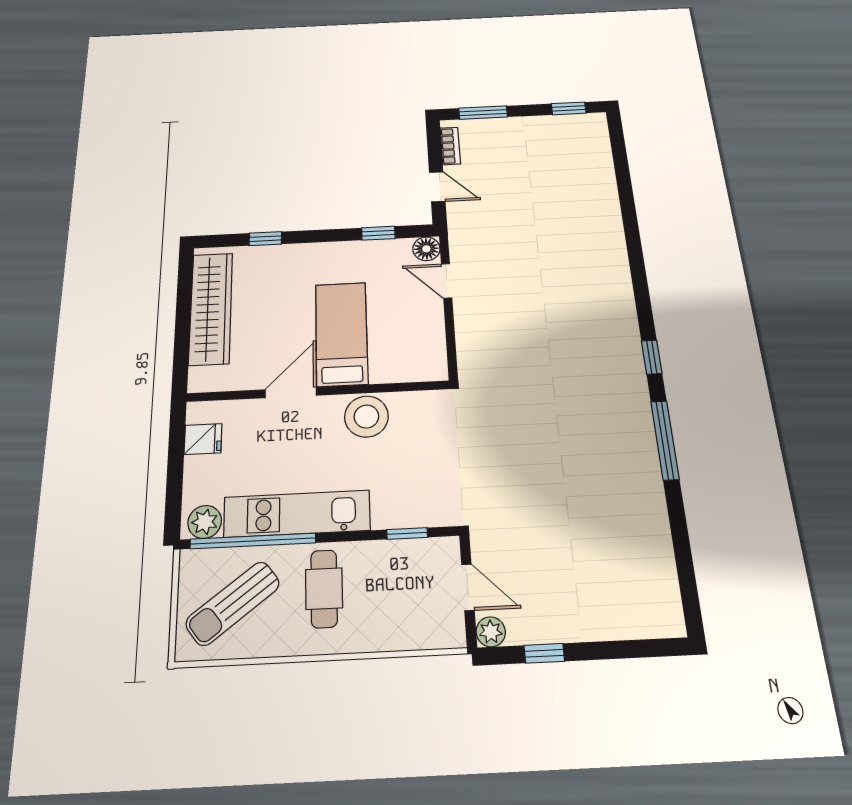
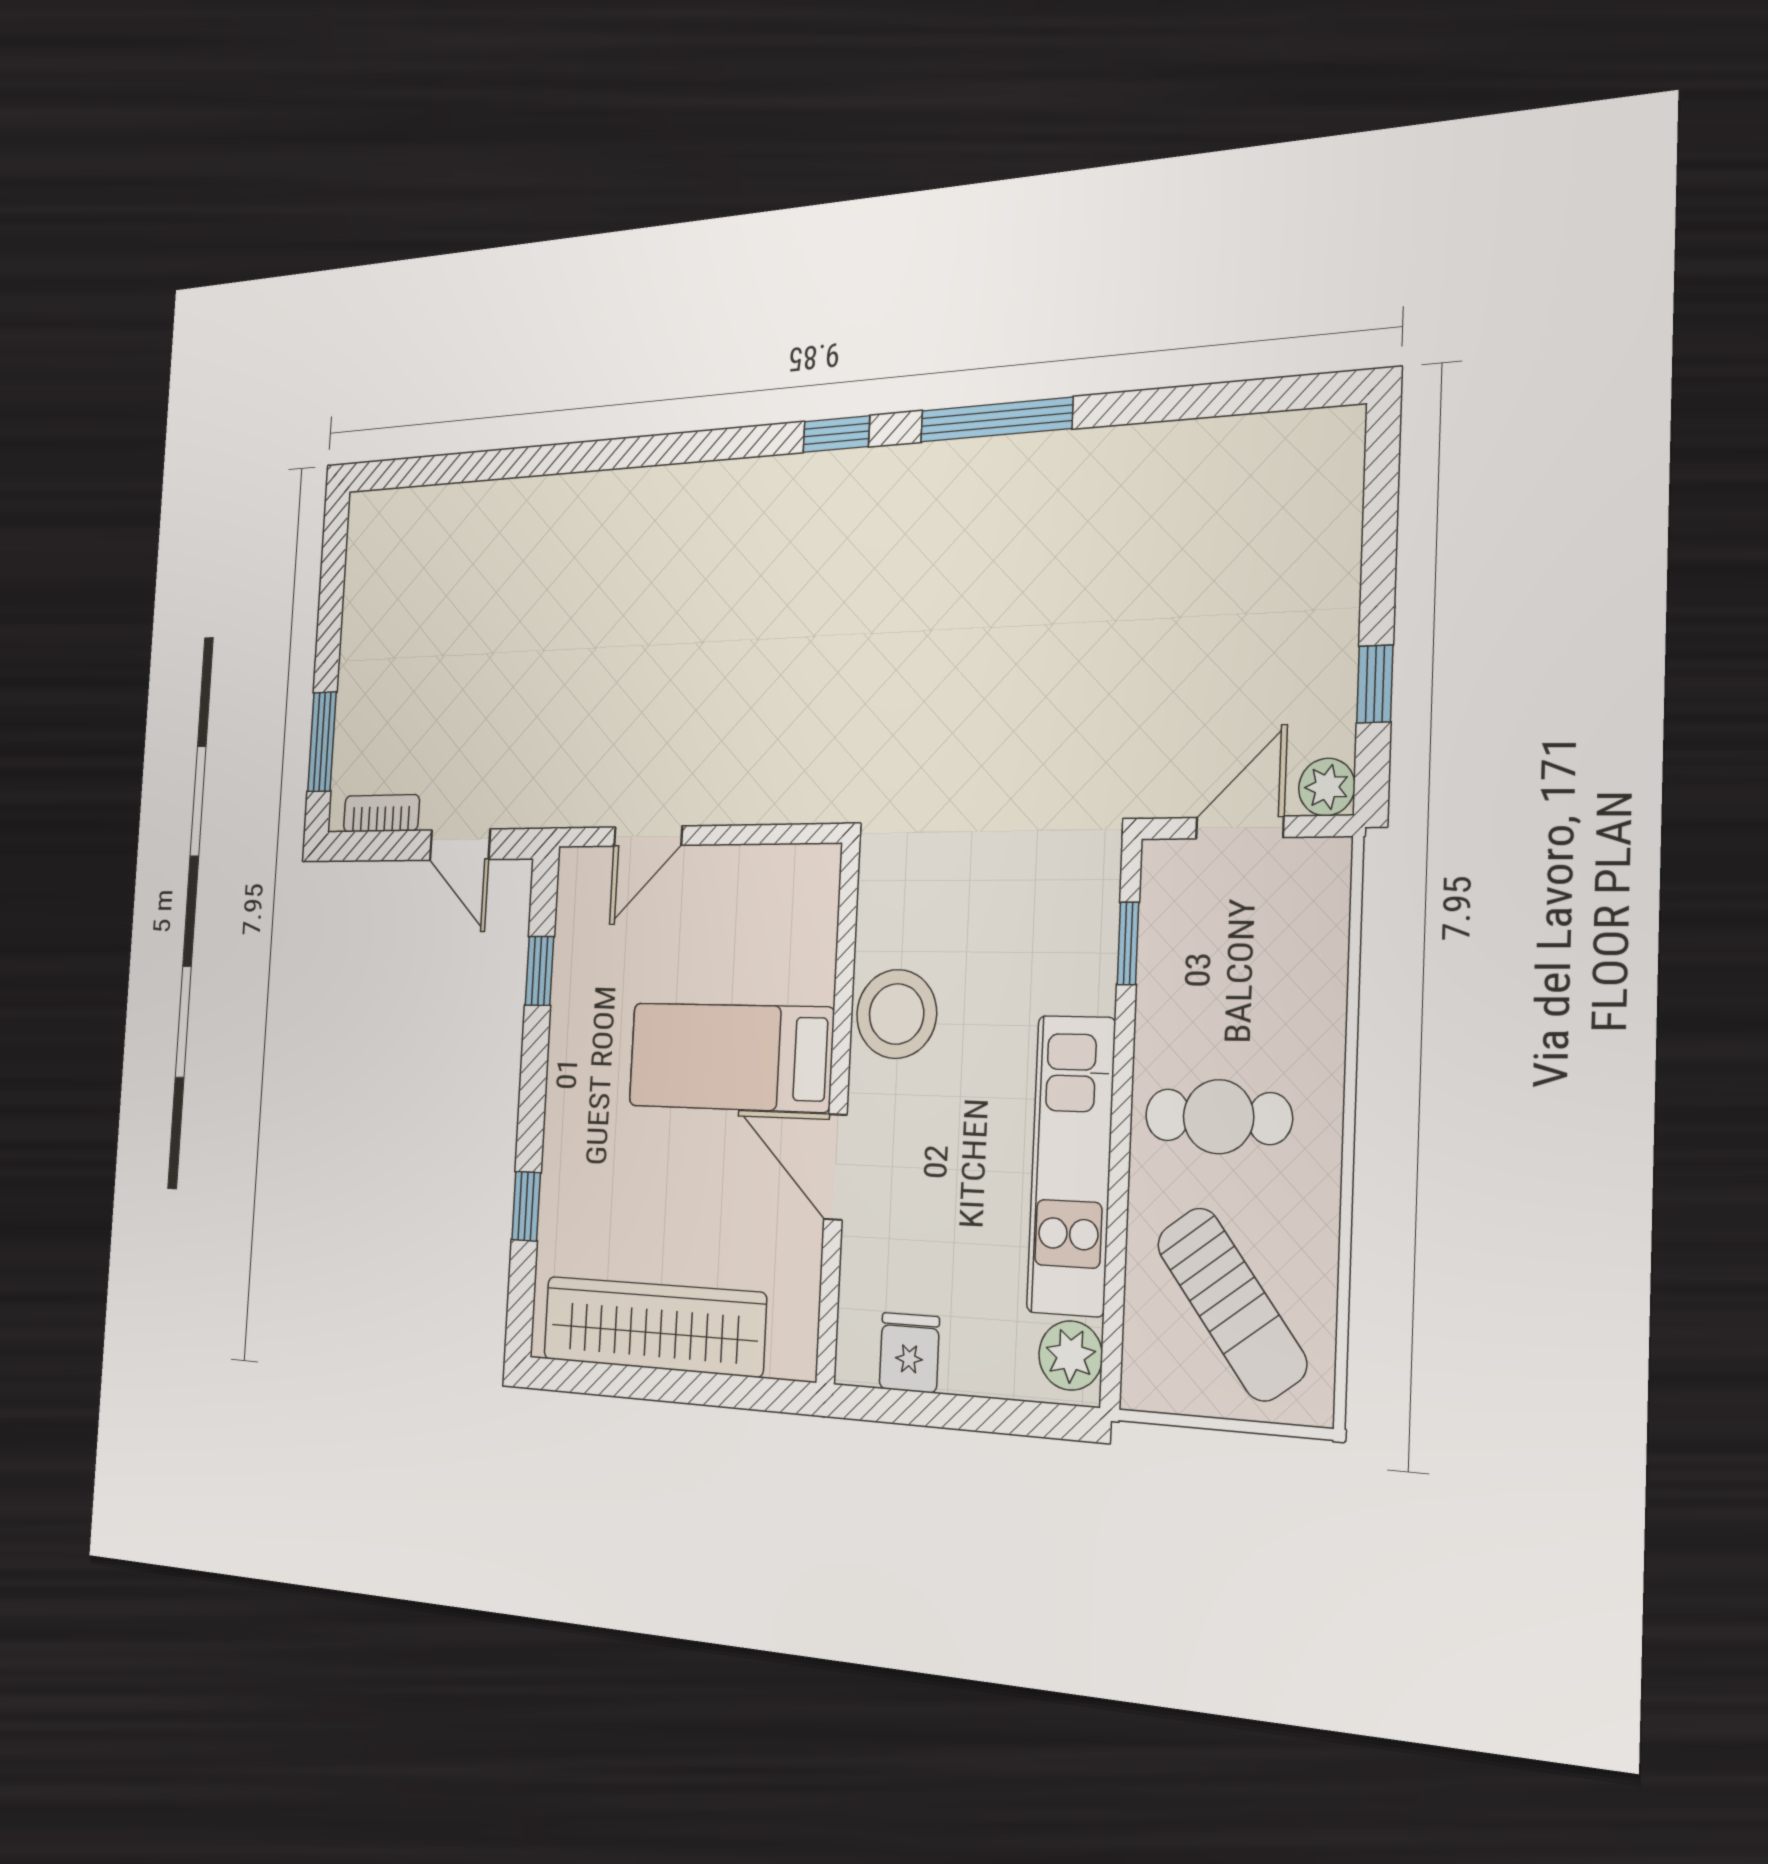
window: (569, 108) -> (333, 567), removed
door: (437, 187) -> (460, 845), swing flipped
floor lamp: (426, 249) -> (581, 874), removed
window: (253, 541) -> (1116, 1258), removed

